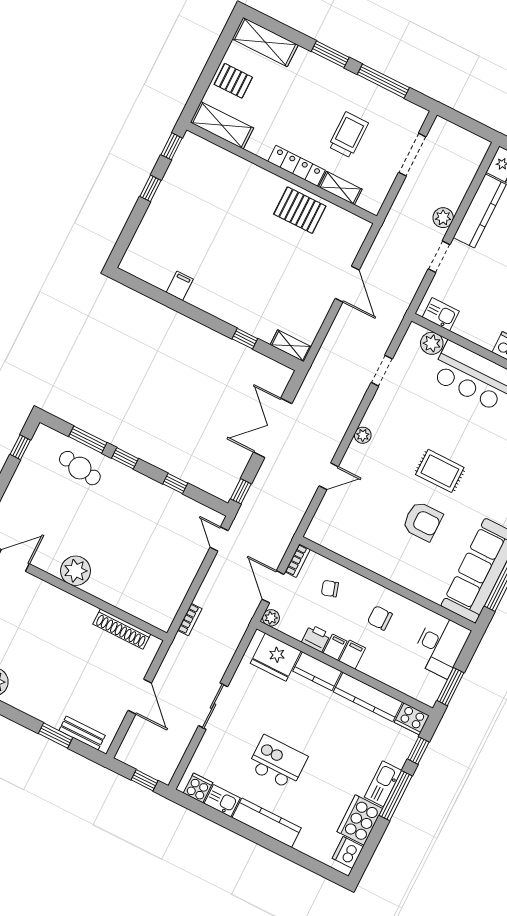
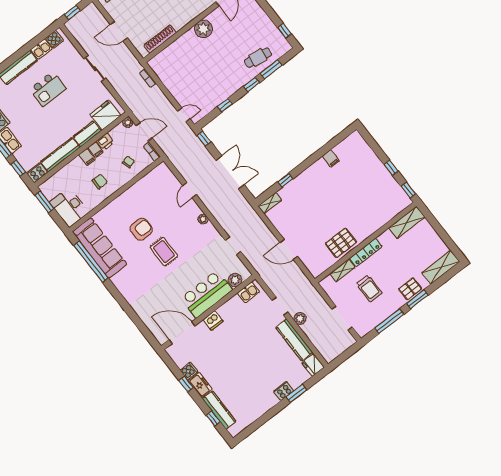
pallet: (233, 81) -> (410, 289), moved
rug: (440, 471) -> (164, 252), turned 90
armchair: (422, 521) -> (141, 229), turned 180

